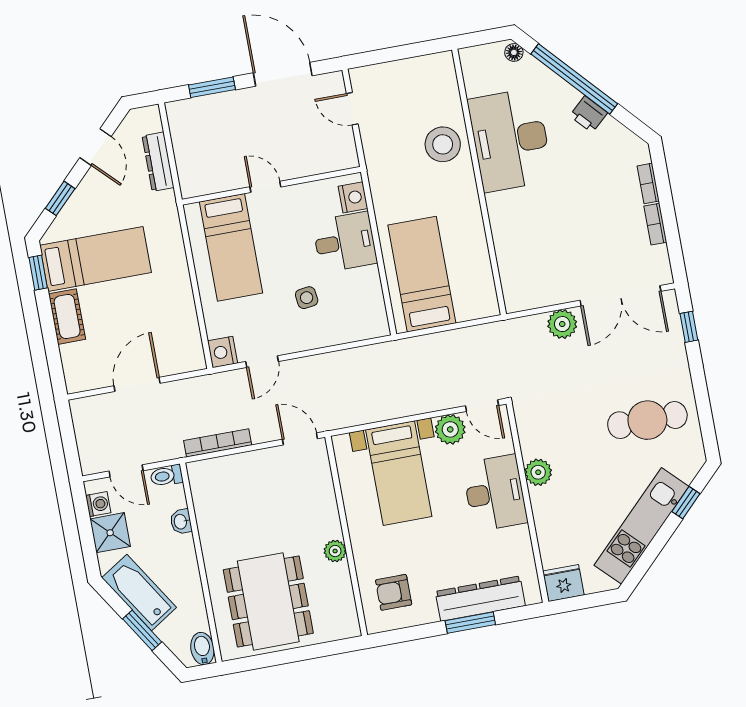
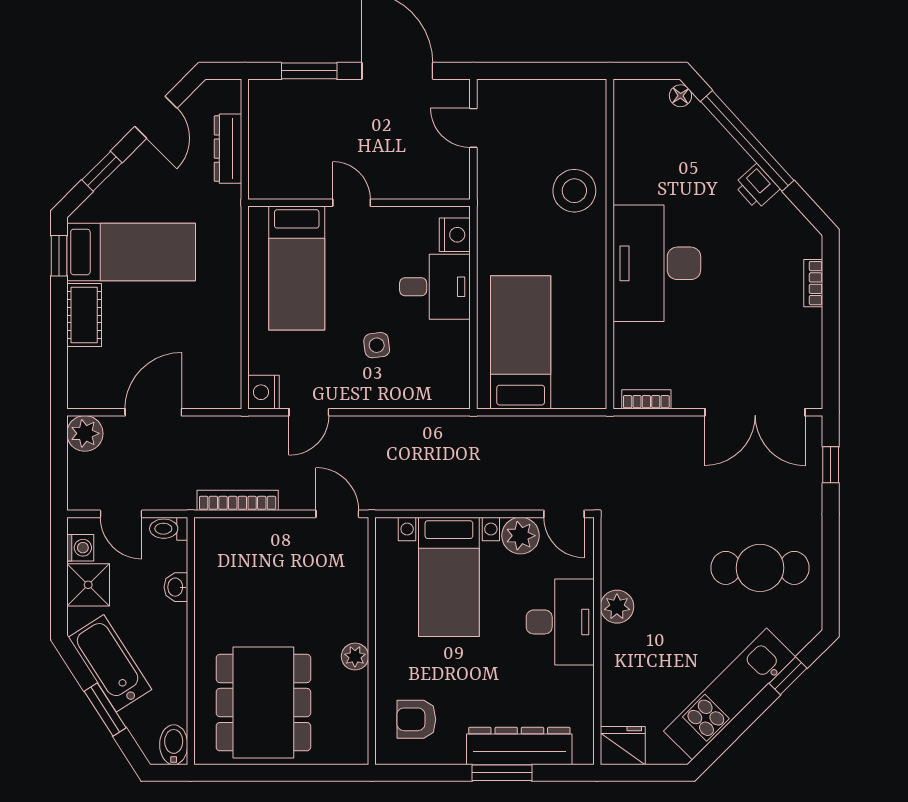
desk: (510, 140) -> (657, 263), moved
bookcase: (655, 224) -> (646, 399), moved, turned 90
plant: (562, 324) -> (85, 433), moved

